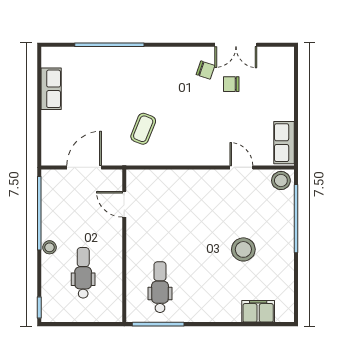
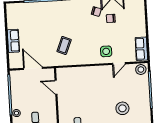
row of seats: (51, 89) -> (13, 41), moved
side table: (219, 144) -> (106, 51), added
door: (84, 167) -> (33, 68), hinge flipped
door: (241, 167) -> (119, 64), swing flipped

